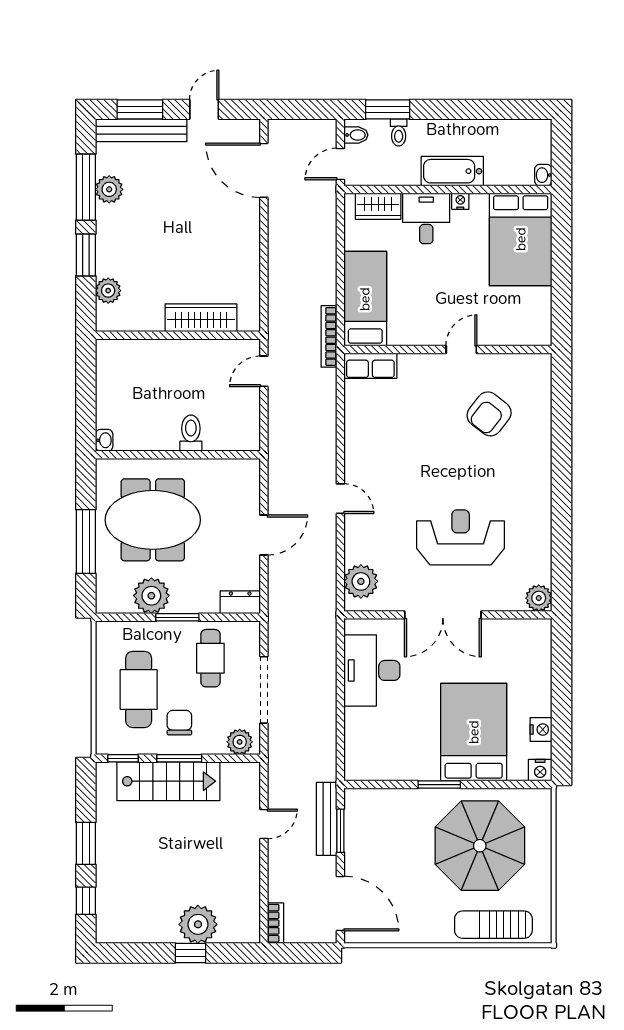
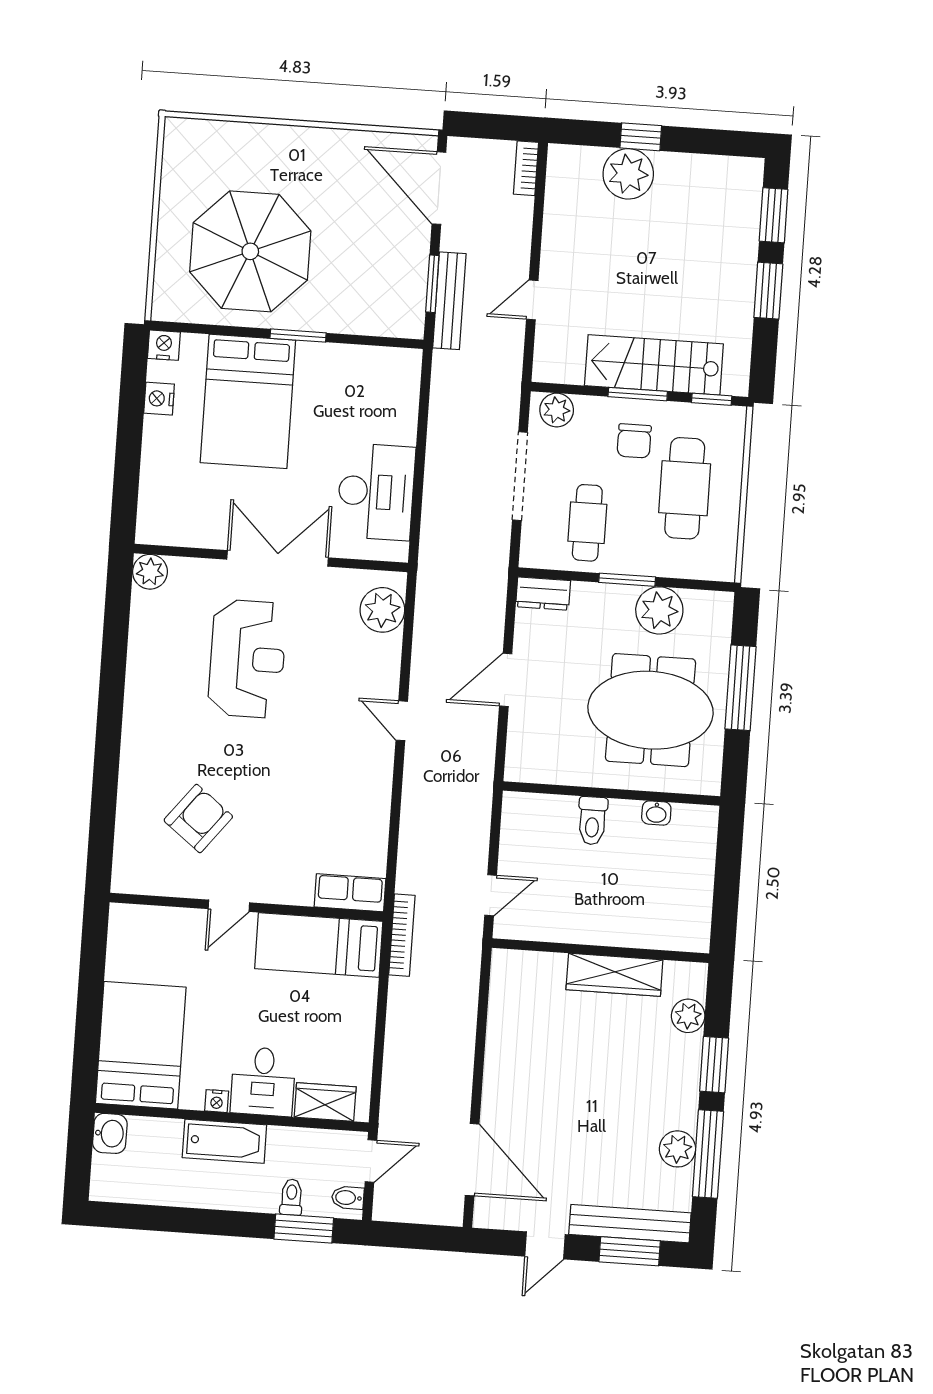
washbasin: (543, 175) -> (110, 1133), width x1.38, depth x1.45
bed: (365, 299) -> (319, 945), moved, turned 90
wardrobe: (201, 318) -> (614, 975), moved
washbasin: (104, 440) -> (656, 813), moved, turned -90
reception desk: (461, 537) -> (247, 659), turned -90
window: (86, 901) -> (774, 215), width x1.50
sun lounger: (493, 925) -> (240, 146), removed

